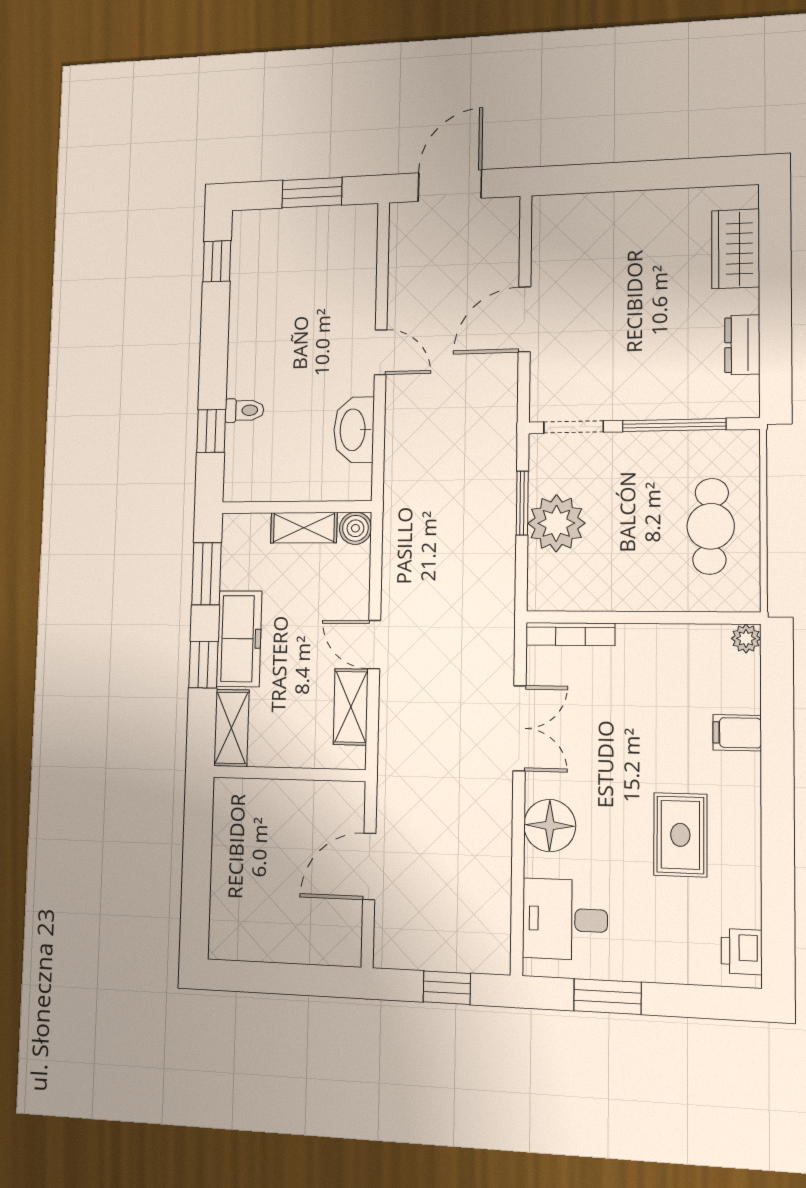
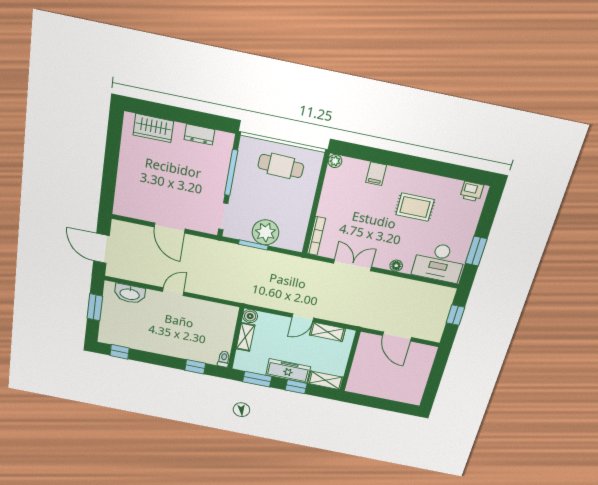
toilet: (244, 410) -> (224, 359), moved
washbasin: (354, 430) -> (130, 294), moved
floor lamp: (550, 826) -> (396, 266), width x0.53, depth x0.53
desk: (565, 919) -> (439, 262), width x1.37

